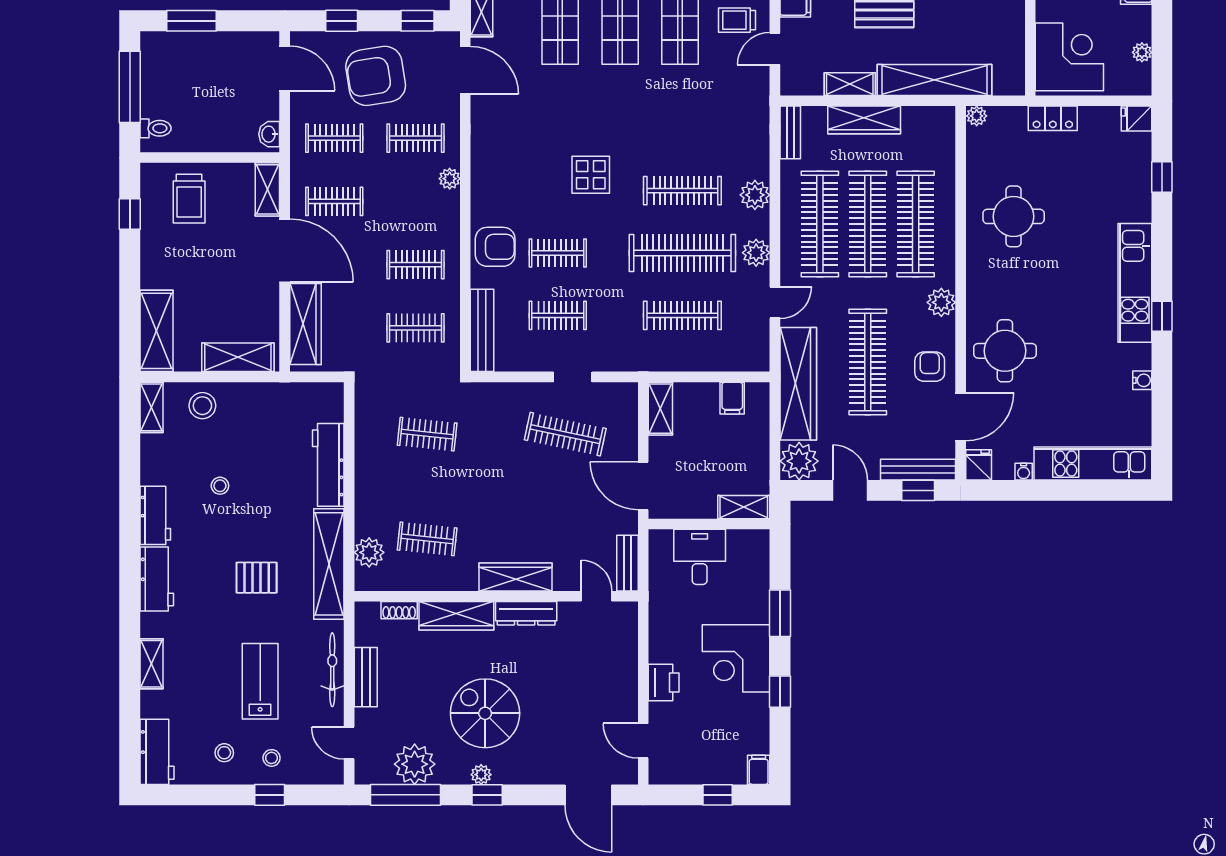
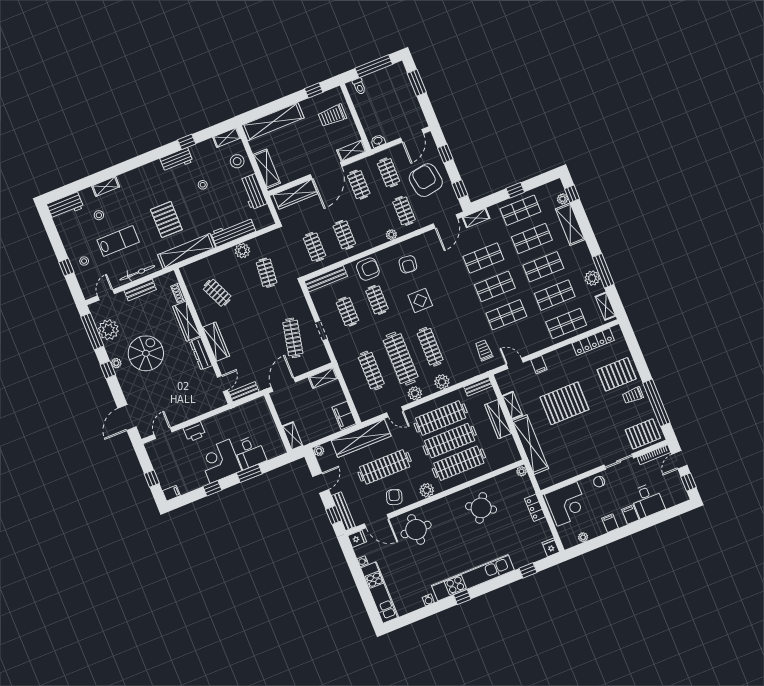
trolley: (737, 20) -> (484, 350), moved
armchair: (516, 171) -> (408, 264), added
round table: (1014, 216) -> (481, 508), turned 30
armchair: (495, 247) -> (368, 269), turned -90
kitchen unit: (1135, 283) -> (473, 578), width x1.36
shelving: (156, 331) -> (273, 122), width x1.47
armchair: (930, 367) -> (394, 497), turned -72
filing cabinet: (732, 398) -> (344, 415), width x2.00
plant: (799, 461) -> (319, 451), width x0.53, depth x0.53
window: (130, 484) -> (187, 142), added
clothes rail: (427, 539) -> (217, 293), turned -30
plant: (369, 552) -> (242, 251), moved
desk: (700, 557) -> (250, 452), moved, turned 90
pallet: (257, 578) -> (166, 220), width x1.50, depth x1.42
workbench: (157, 579) -> (253, 192), moved, turned 90
stool: (224, 753) -> (99, 215), moved

